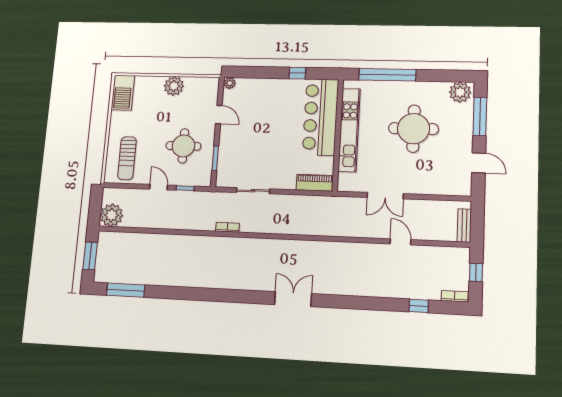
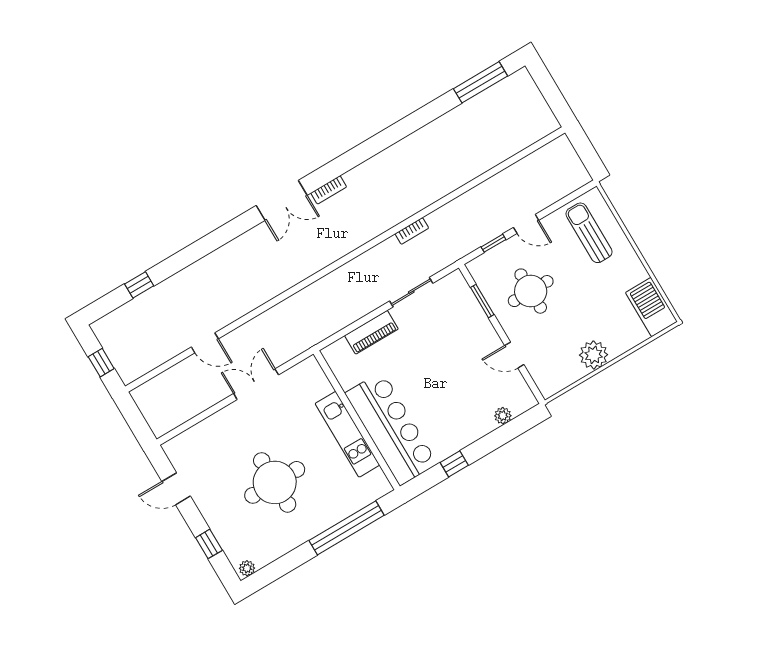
plant: (230, 83) -> (503, 416), moved
plant: (460, 92) -> (247, 568), width x0.53, depth x0.53
window: (480, 117) -> (209, 544), width x0.46
kitchen unit: (349, 130) -> (347, 434), width x0.73
piano: (315, 183) -> (371, 332), moved
plant: (111, 215) -> (559, 155), removed
bench: (464, 226) -> (147, 407), removed
window: (90, 256) -> (551, 92), removed
bookcase: (455, 296) -> (329, 190), moved

